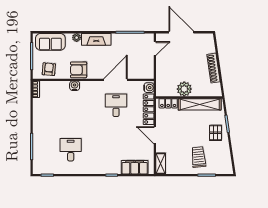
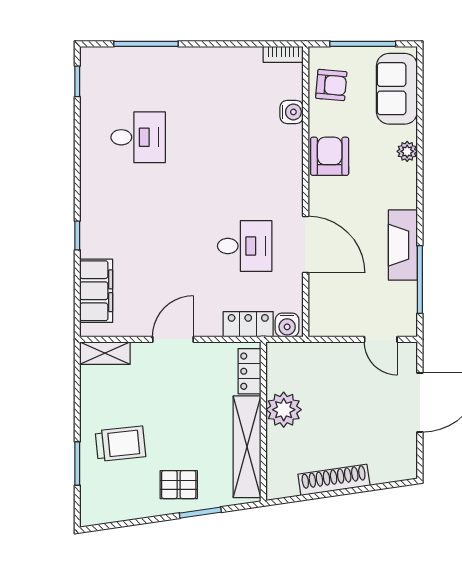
fireplace: (96, 39) -> (403, 245), moved
water cooler: (75, 86) -> (292, 112), moved
locker: (149, 109) -> (248, 324), width x0.66

